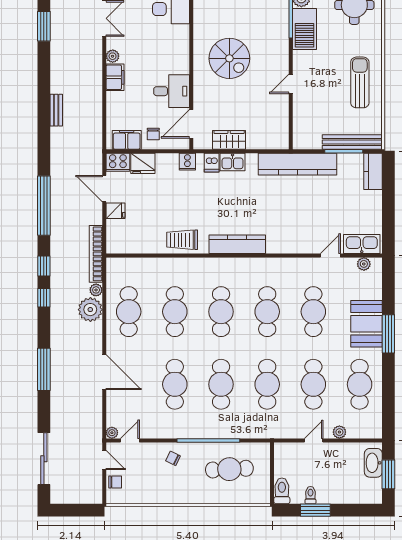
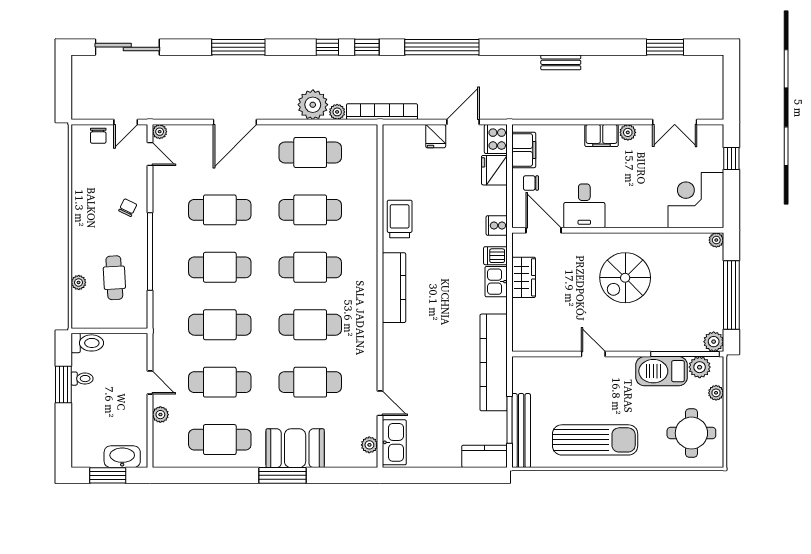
sun lounger: (360, 82) -> (595, 440), width x1.36, depth x1.34
cafe table: (229, 469) -> (114, 278), width x0.73, depth x0.74
plant: (233, 498) -> (79, 282), added

